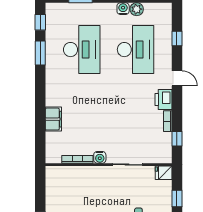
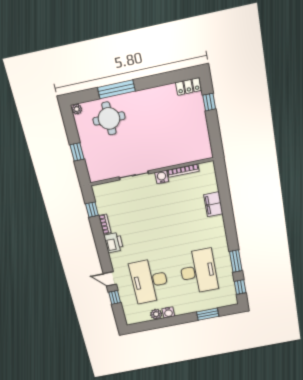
desk: (82, 50) -> (198, 271), turned 180
door: (177, 78) -> (110, 279), moved
fridge: (164, 173) -> (96, 175), removed

